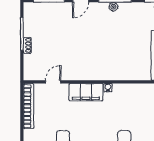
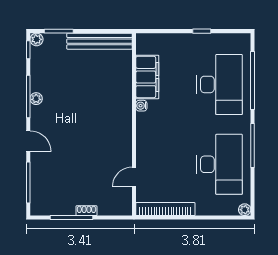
door: (53, 82) -> (134, 177), hinge flipped
filing cabinet: (86, 92) -> (147, 77), moved

